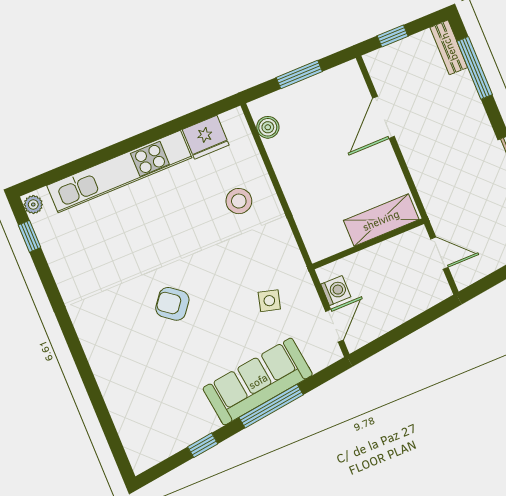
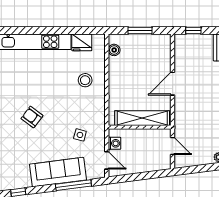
door: (383, 117) -> (173, 84), moved
shelving: (381, 220) -> (142, 118), width x1.47
door: (334, 326) -> (107, 160), hinge flipped
window: (271, 406) -> (73, 185), moved

